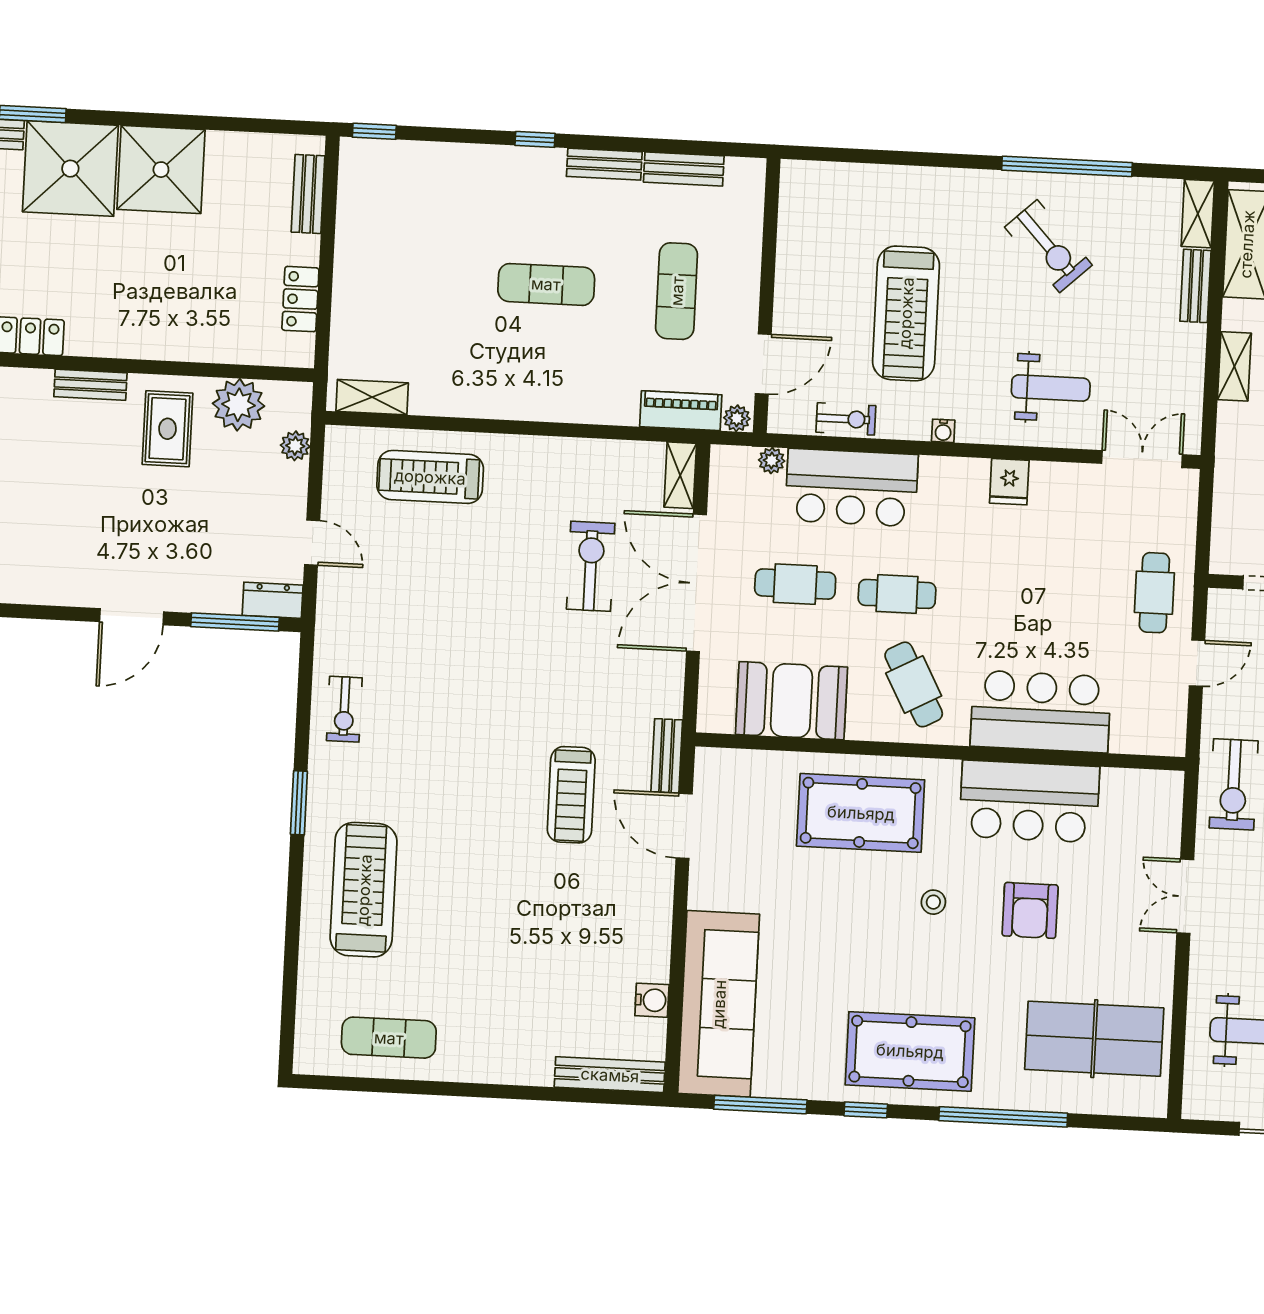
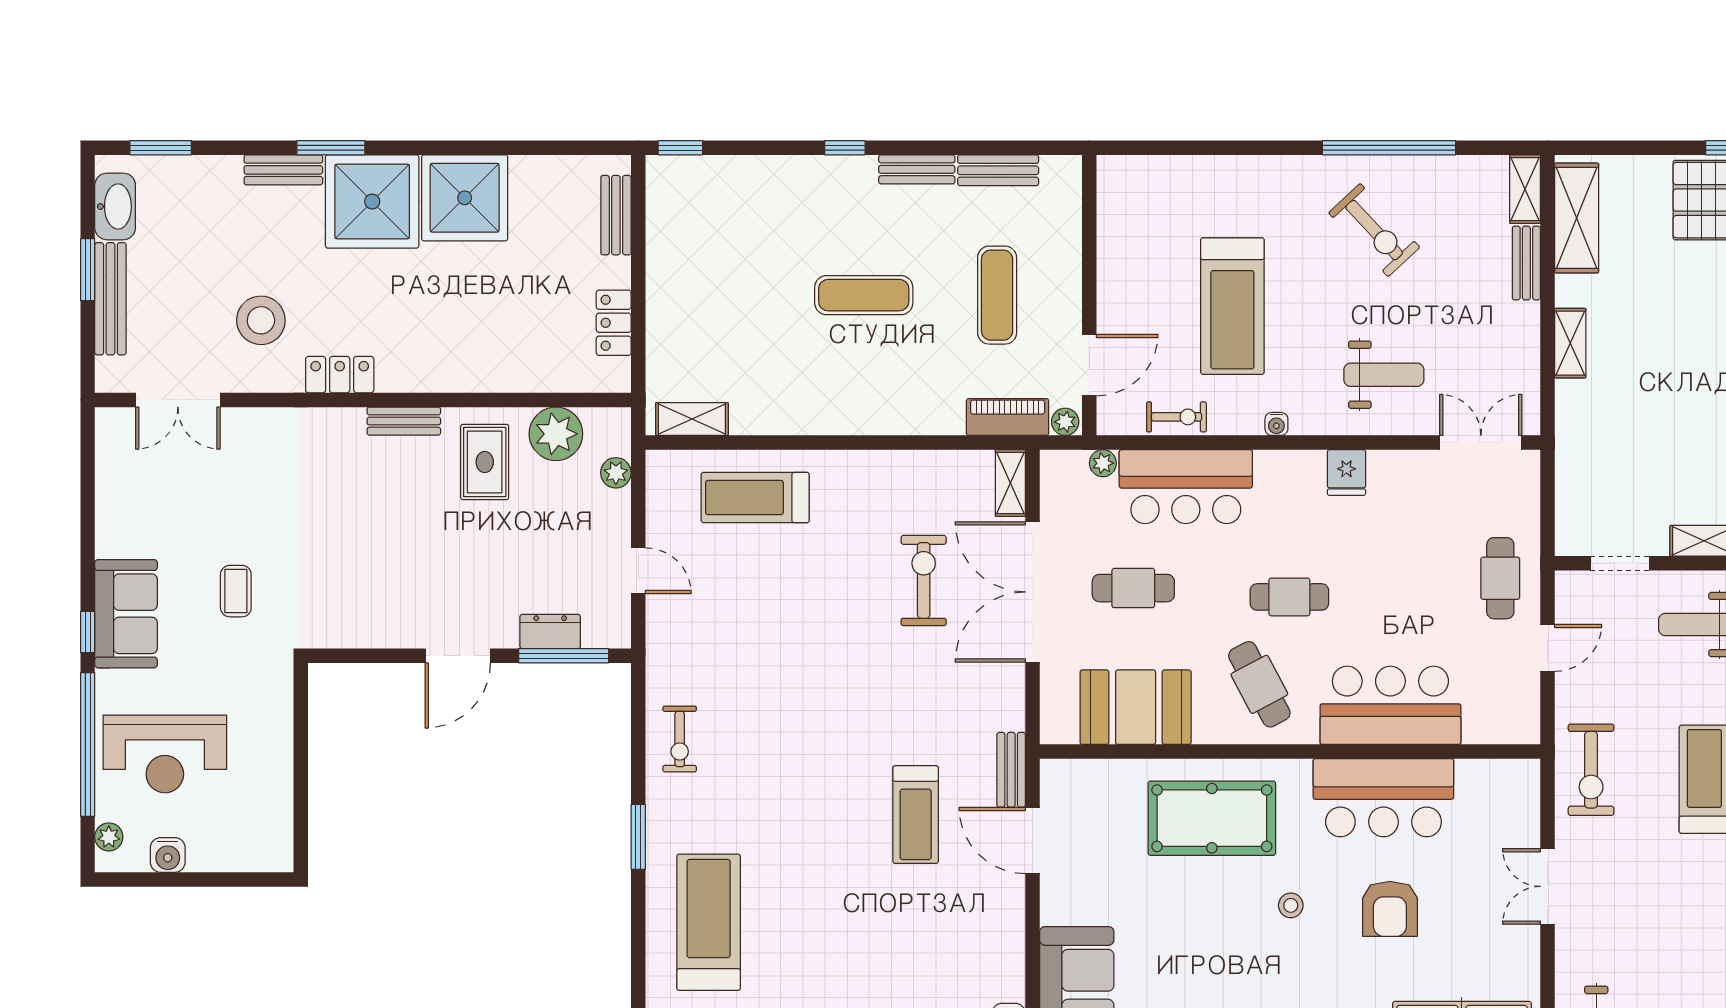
cafe table: (897, 594) -> (1289, 597), moved
dresser: (273, 600) -> (550, 632), moved

